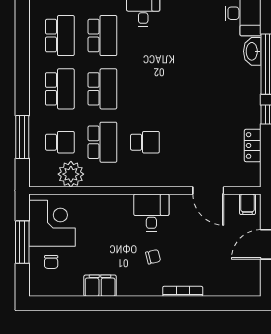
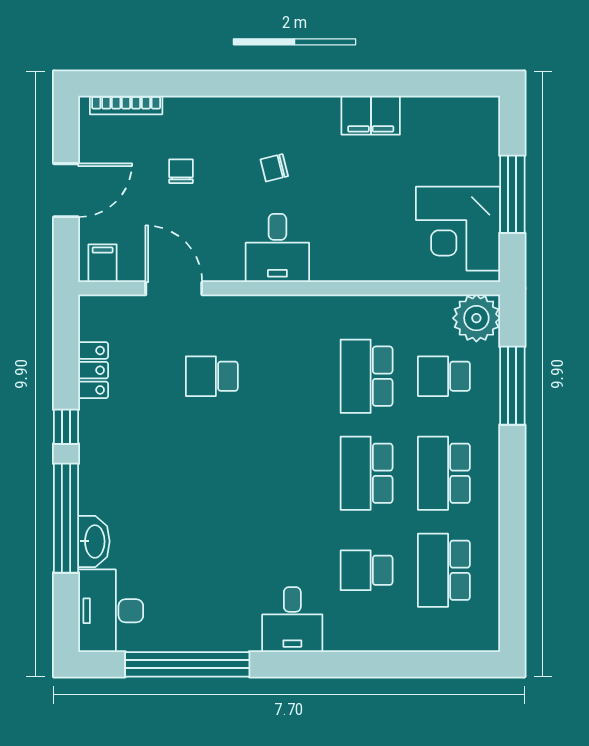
school desk: (102, 36) -> (367, 570), width x0.54
school desk: (145, 142) -> (212, 376), moved
plant: (71, 174) -> (476, 318), moved
chair: (51, 262) -> (181, 171), moved
bookcase: (183, 291) -> (126, 105), moved

